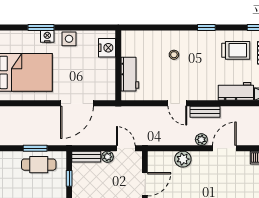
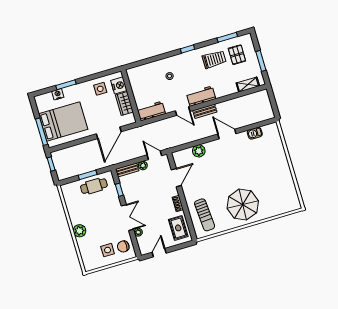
nightstand: (47, 36) -> (58, 94), moved
side table: (69, 39) -> (100, 89), moved
wardrobe: (107, 72) -> (124, 103), added
workbench: (130, 74) -> (151, 111), moved, turned -90
workbench: (236, 91) -> (201, 96), moved
plant: (201, 140) -> (208, 133), removed
door: (224, 148) -> (227, 134), hinge flipped

